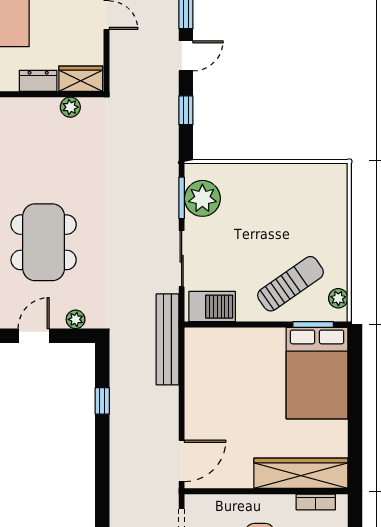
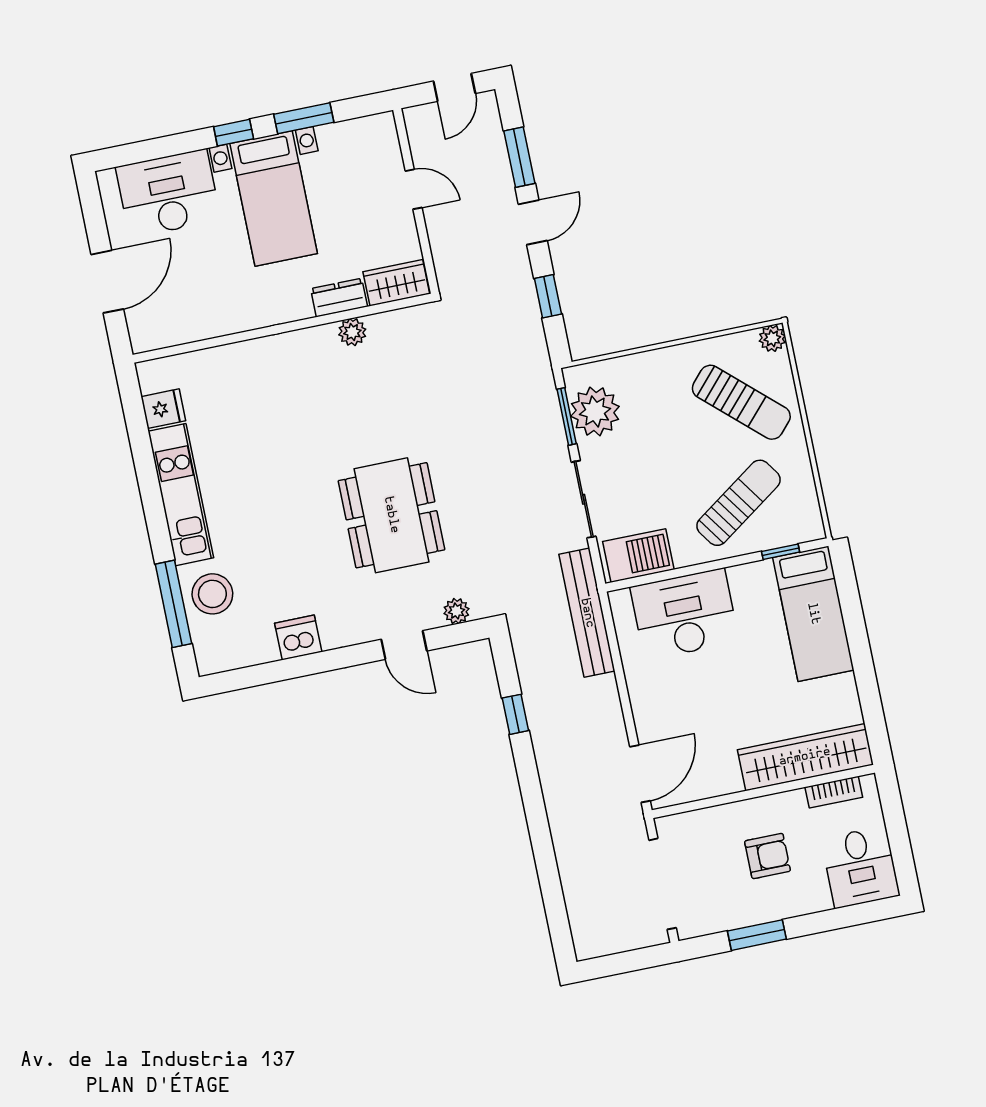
plant: (70, 107) -> (352, 332), moved
sun lounger: (307, 213) -> (741, 402), added
plant: (338, 298) -> (772, 338), moved
window: (313, 324) -> (781, 552), width x0.67
door: (34, 336) -> (404, 645), swing flipped
desk: (236, 355) -> (685, 614), added
bed: (317, 373) -> (813, 614), width x0.67

